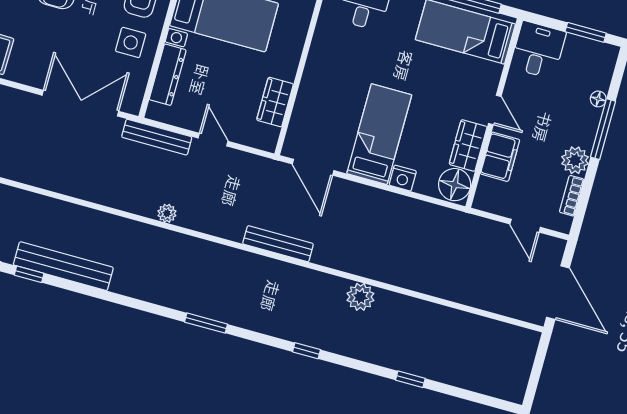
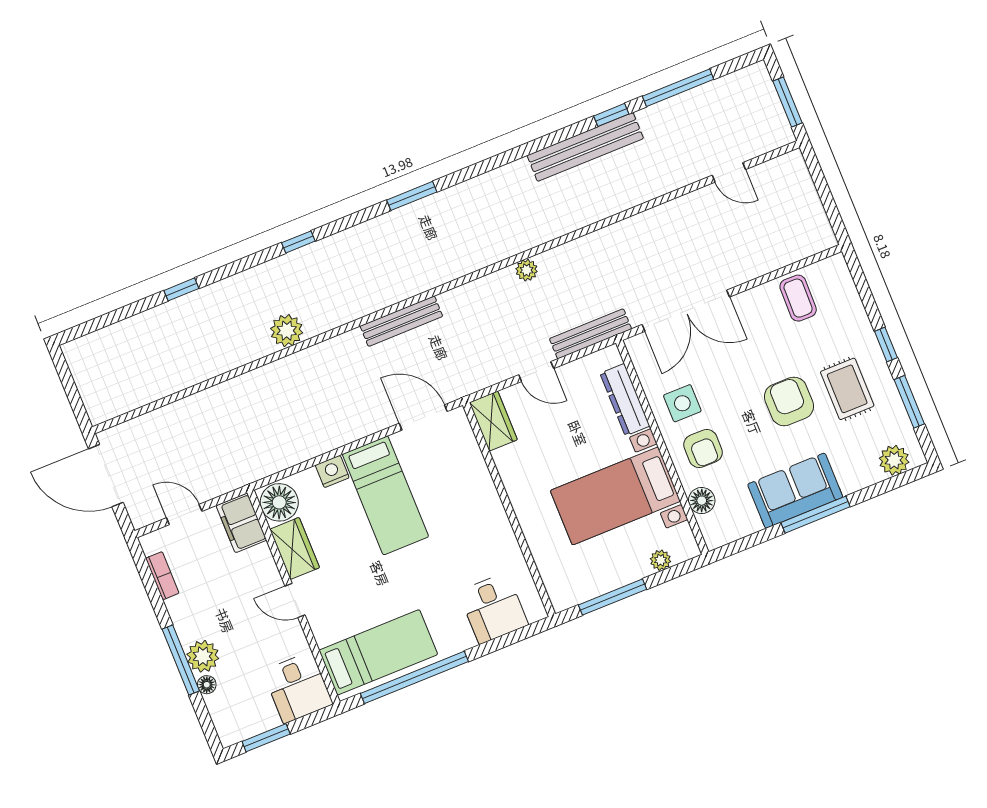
wardrobe: (275, 102) -> (493, 421), moved
filing cabinet: (500, 157) -> (241, 523), moved
plant: (575, 160) -> (203, 656), moved

